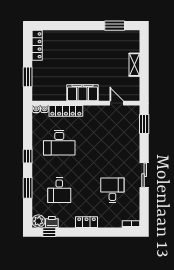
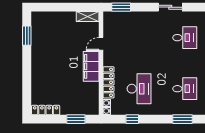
shelving: (134, 65) -> (88, 17), moved
door: (117, 103) -> (101, 44), moved
window: (28, 156) -> (132, 119), moved
desk: (112, 190) -> (185, 38), turned 180

